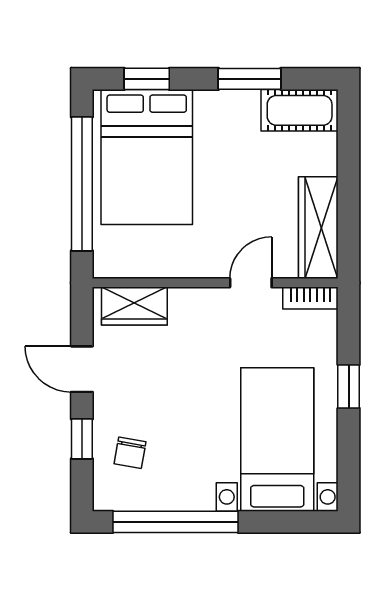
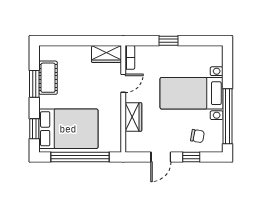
cot: (300, 110) -> (48, 78), moved
wardrobe: (318, 228) -> (107, 54), width x0.67
door: (251, 283) -> (123, 83), swing flipped
wardrobe: (134, 306) -> (133, 117), moved
bed with nightstands: (277, 439) -> (192, 93), moved

